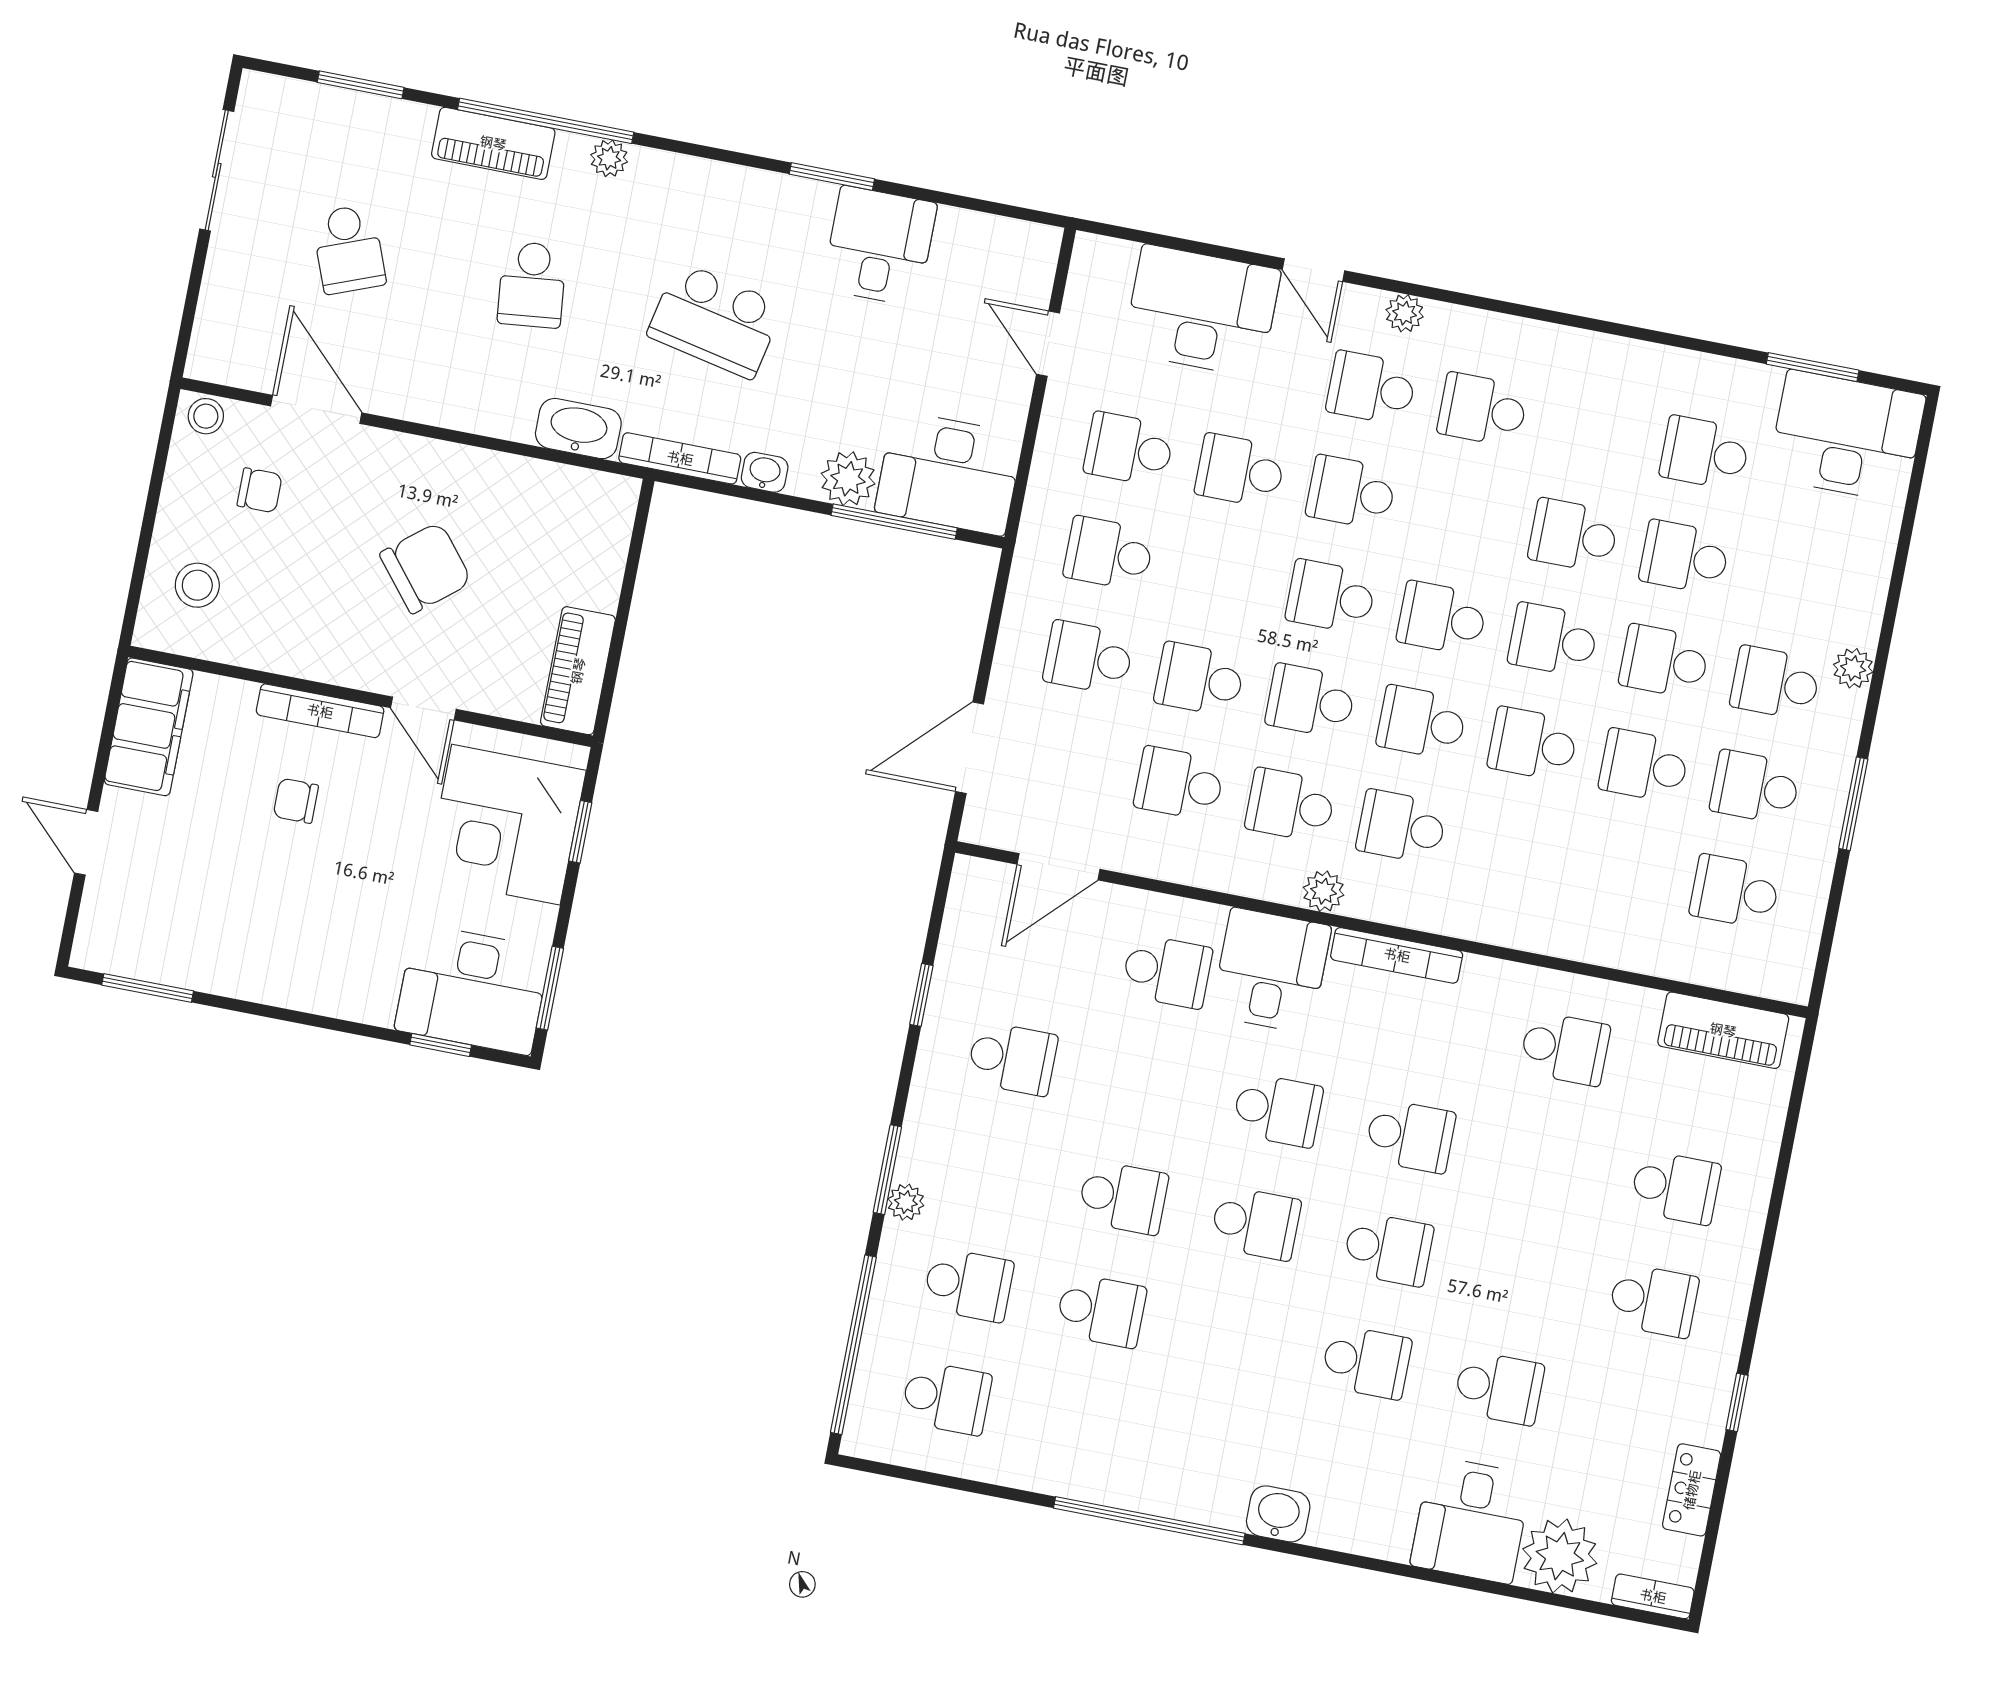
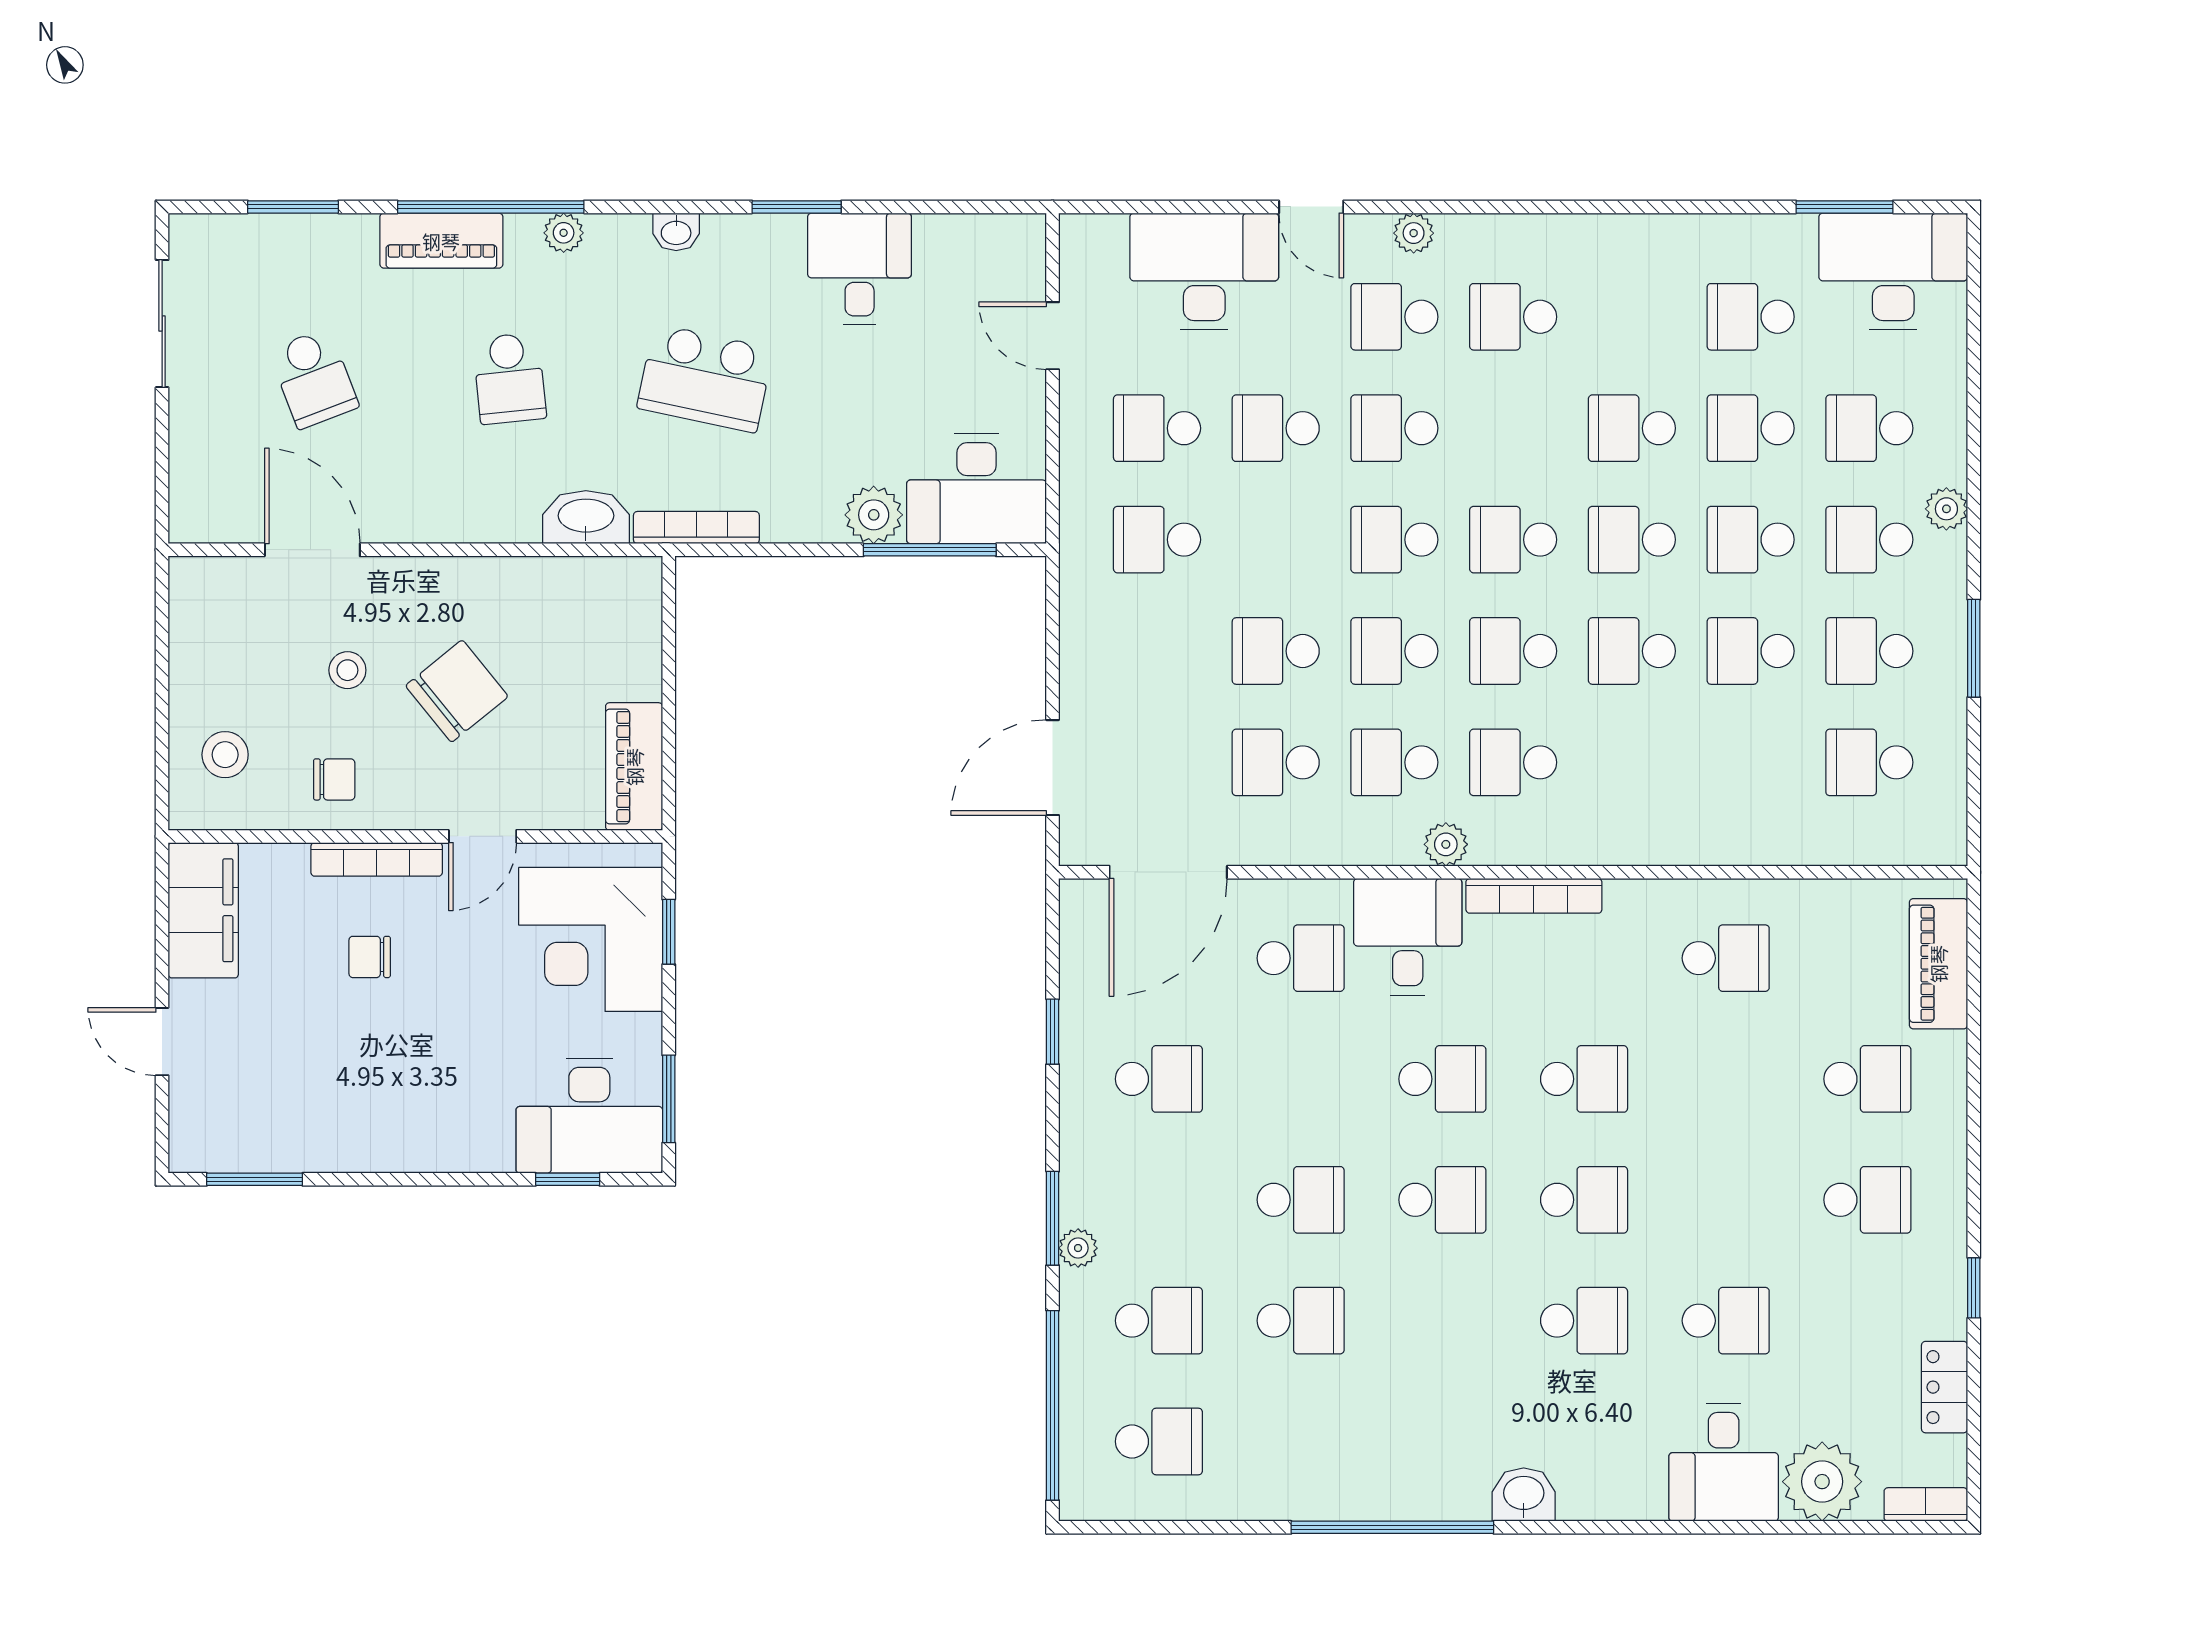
stool: (206, 416) -> (347, 670), moved
washbasin: (765, 472) -> (676, 232), moved, turned 180
chair: (260, 490) -> (334, 779), moved
school desk: (1088, 658) -> (1869, 428), moved
door: (423, 709) -> (483, 836), hinge flipped
door: (1059, 867) -> (1168, 872), width x1.36
piano: (1723, 1030) -> (1938, 964), moved, turned 90

